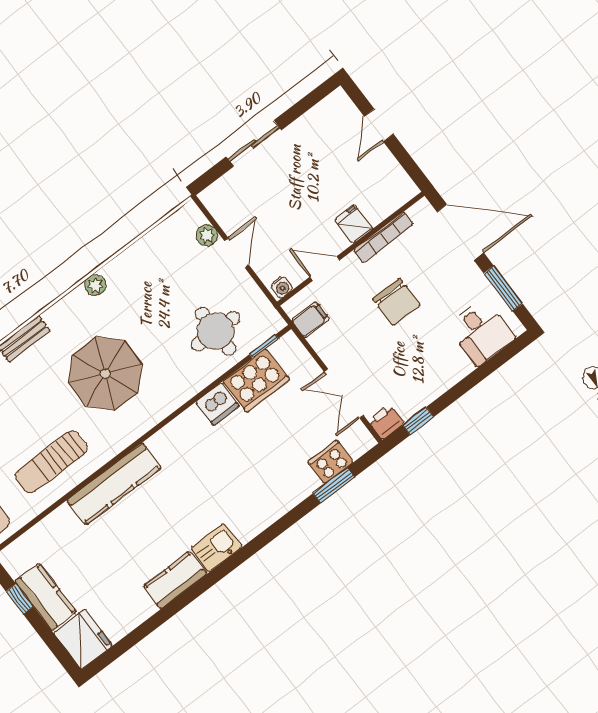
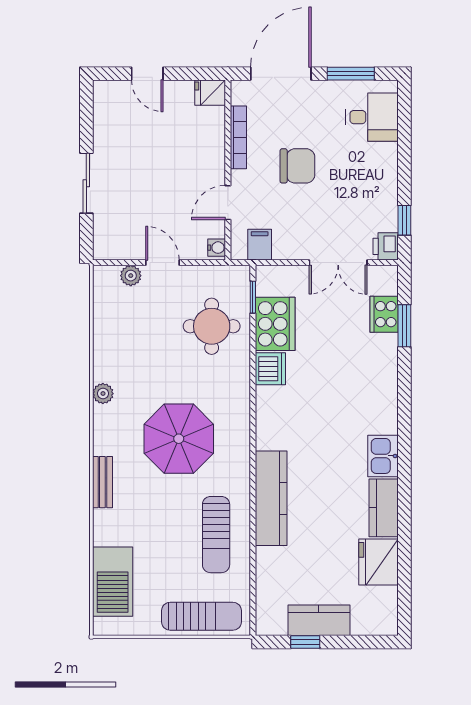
fridge: (354, 224) -> (210, 93), moved
fridge: (83, 639) -> (378, 562), moved, turned -90

